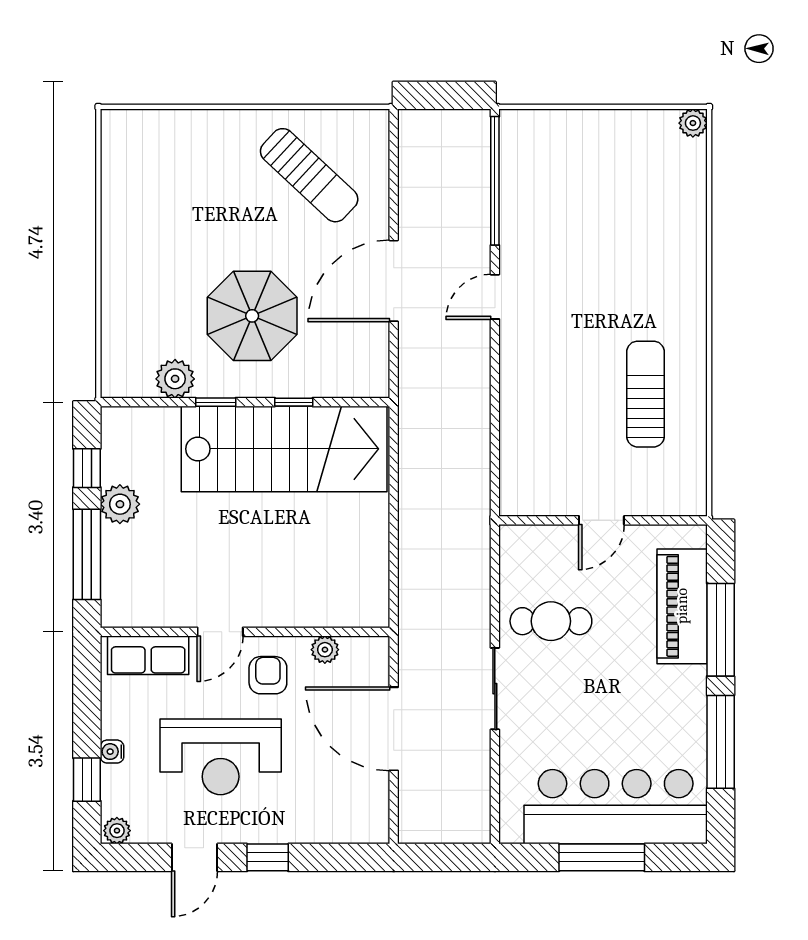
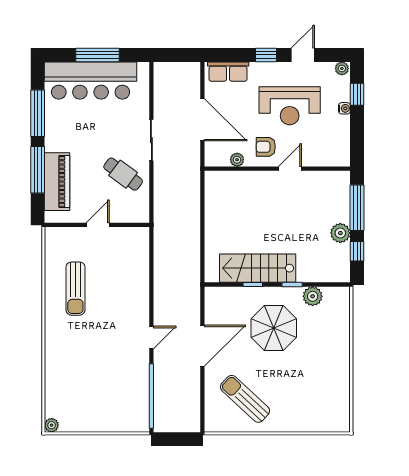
stairs: (284, 449) -> (258, 268), width x0.73, depth x0.66
cafe table: (551, 621) -> (123, 174), turned 36
row of seats: (148, 655) -> (228, 72), moved, turned 180
armchair: (268, 675) -> (266, 147), turned 90
reception desk: (221, 757) -> (290, 106), turned 180

